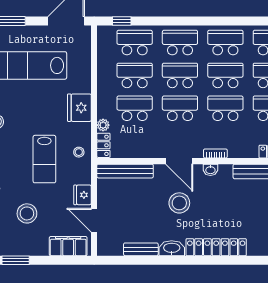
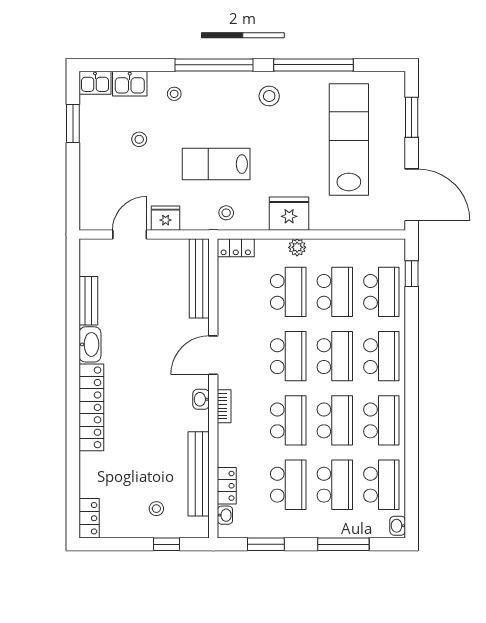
plant: (103, 125) -> (297, 247), moved
stool: (179, 203) -> (154, 355), removed
stool: (27, 213) -> (139, 139), width x0.53, depth x0.53
filing cabinet: (68, 246) -> (93, 198), removed

